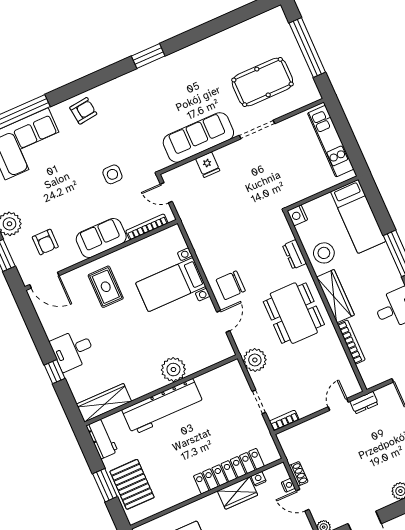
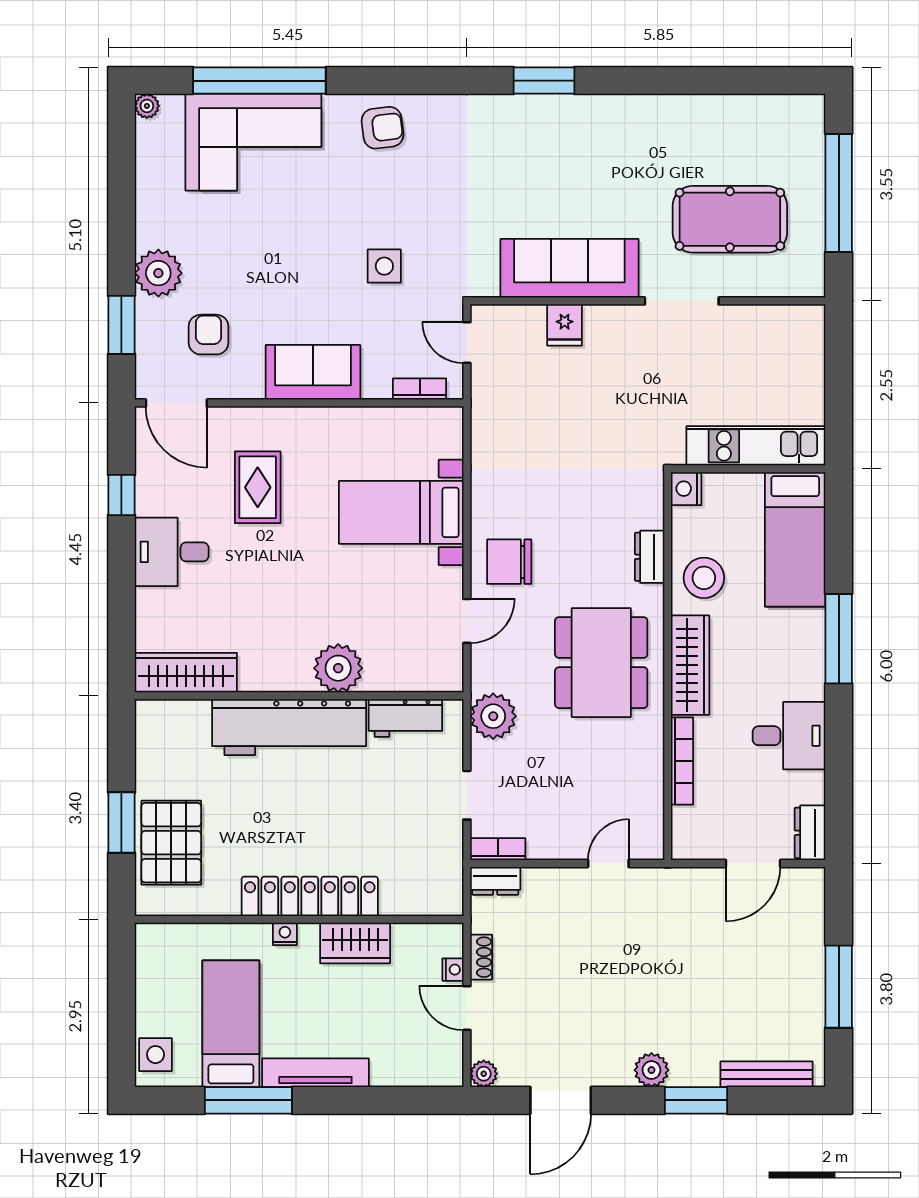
kitchen unit: (331, 141) -> (756, 446), moved, turned 90
bookcase: (147, 227) -> (420, 389), width x0.64
armchair: (45, 242) -> (209, 335), turned 180
rug: (106, 287) -> (258, 487), moved
window: (55, 372) -> (121, 495), moved
dresser: (364, 403) -> (495, 881), moved
workbench: (102, 439) -> (405, 718), moved, turned 90
locker: (229, 471) -> (310, 896), moved
nightstand: (259, 479) -> (285, 934), moved

